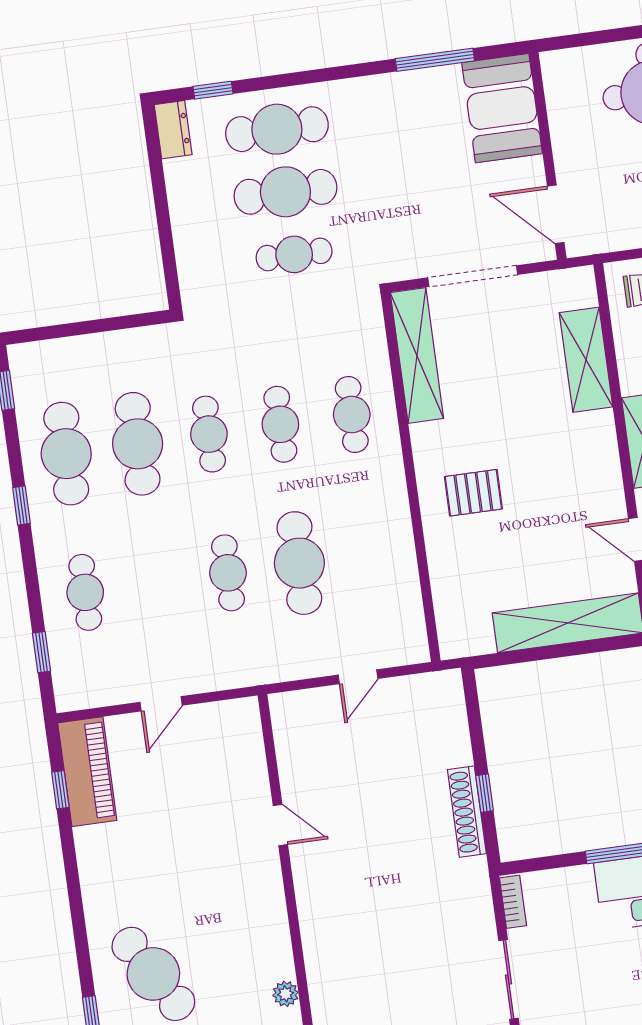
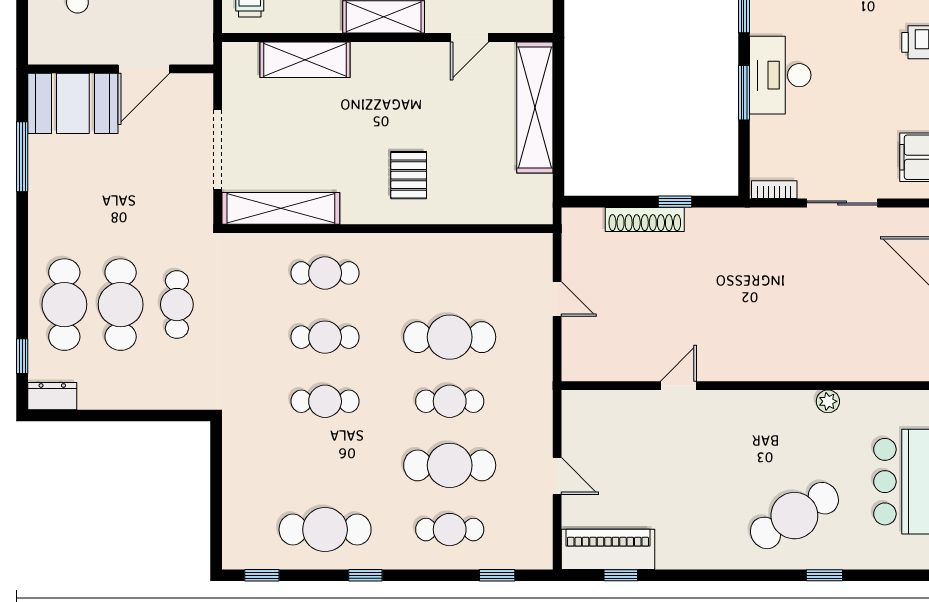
door: (556, 214) -> (144, 69), moved
cafe table: (138, 444) -> (450, 465), moved
shoe rack: (467, 812) -> (645, 219), moved

